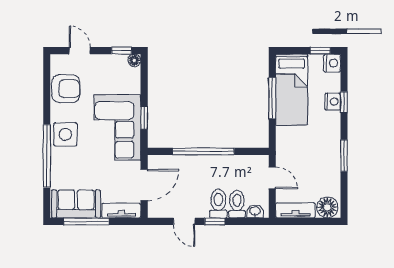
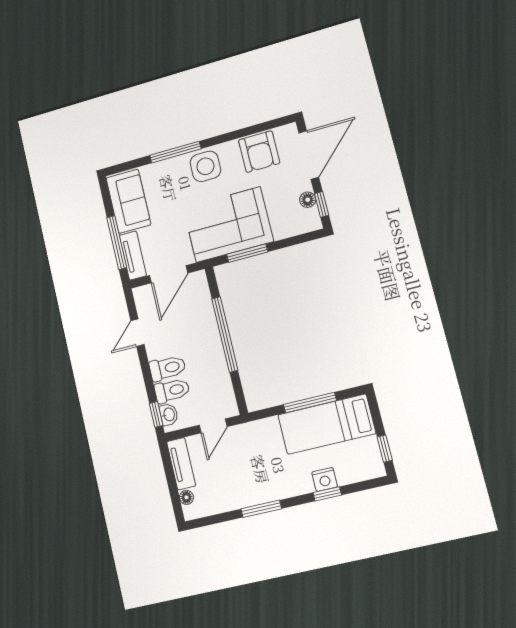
door: (80, 51) -> (309, 155), width x1.88
floor lamp: (134, 60) -> (308, 200), moved
nightstand: (332, 63) -> (373, 468), removed
window: (144, 118) -> (247, 253), width x1.50
window: (47, 156) -> (175, 152), width x0.68
door: (144, 185) -> (169, 274), hinge flipped
floor lamp: (327, 207) -> (186, 497), width x0.53, depth x0.53
window: (86, 221) -> (117, 243), moved
window: (215, 221) -> (156, 414), moved

